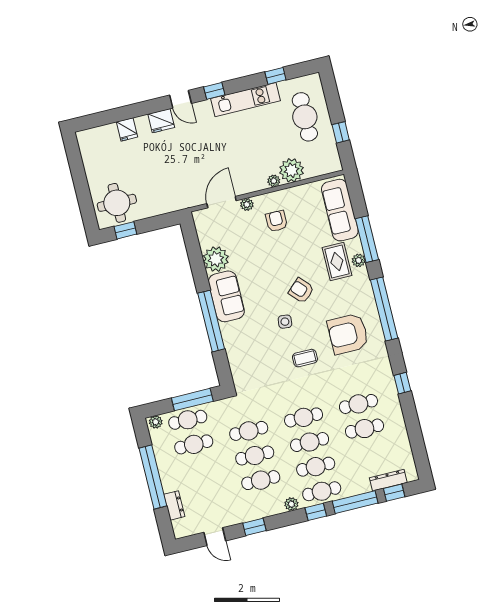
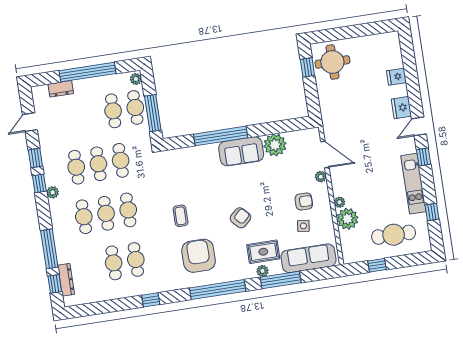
side table: (285, 322) -> (303, 226), moved
cafe table: (322, 491) -> (62, 220), removed
window: (316, 512) -> (39, 183), moved

